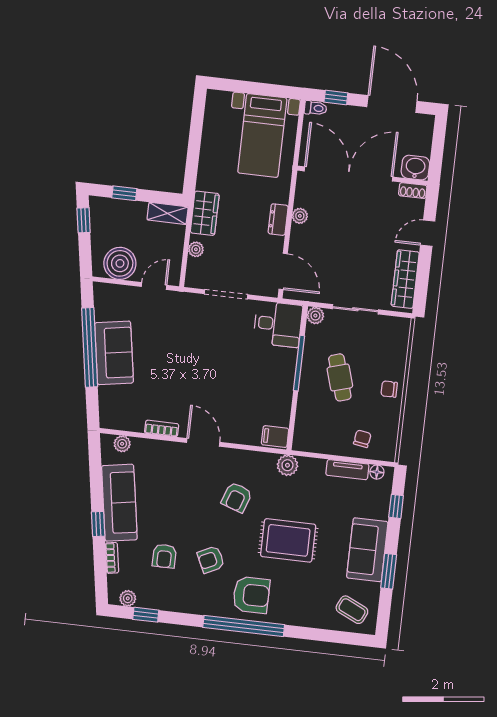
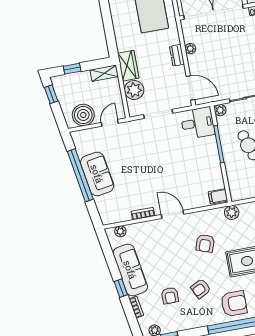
plant: (196, 249) -> (134, 90), width x1.87, depth x1.87

